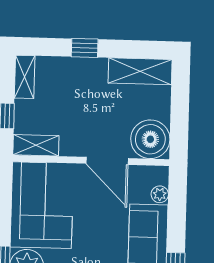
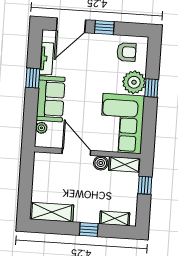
shelving: (25, 77) -> (115, 218), moved, turned 90
boiler: (150, 139) -> (101, 163), moved, width x0.54, depth x0.54

